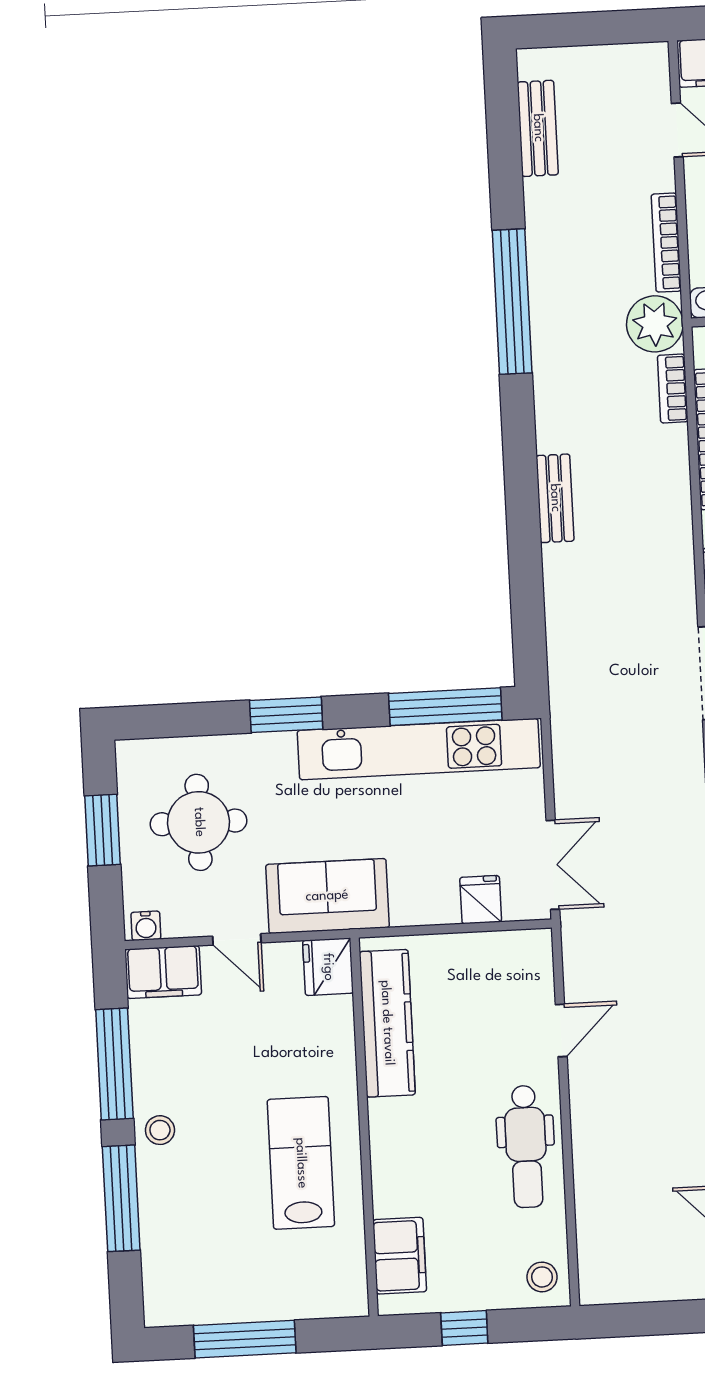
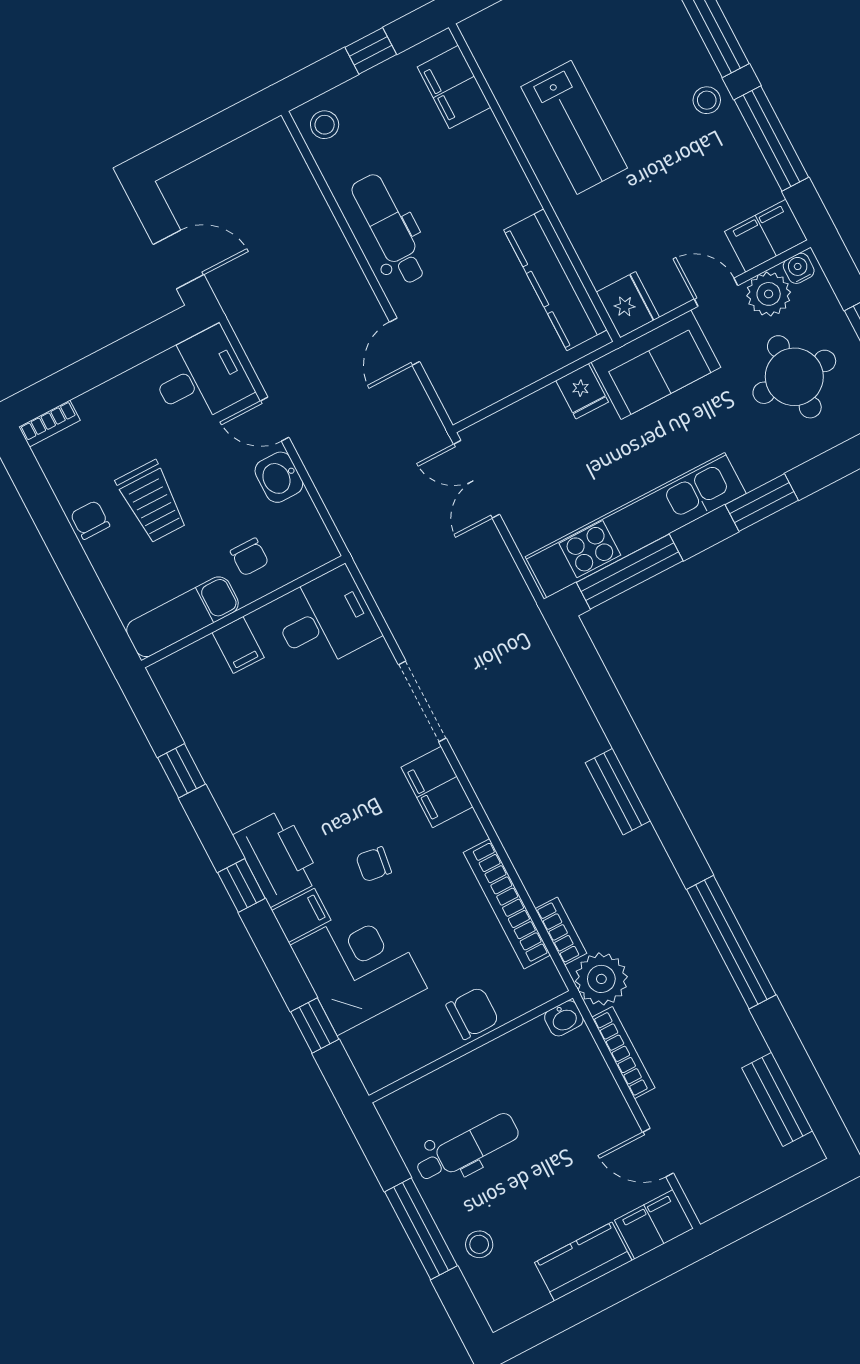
fridge: (481, 900) -> (582, 391), moved
plant: (187, 914) -> (769, 294), added

